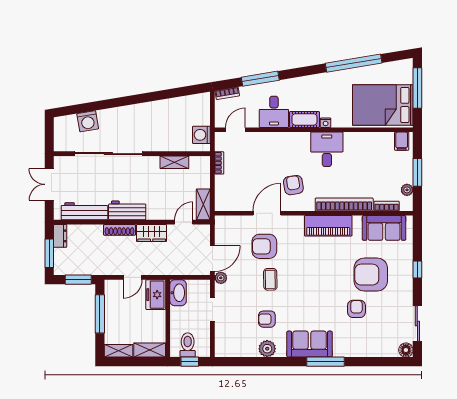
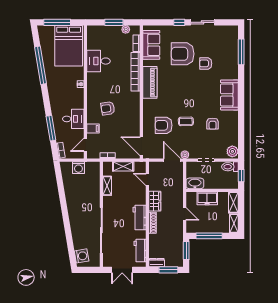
cot: (304, 119) -> (78, 98), removed
washing machine: (88, 121) -> (82, 256), moved
door: (235, 130) -> (85, 145), hinge flipped
washing machine: (201, 135) -> (78, 168), moved
filing cabinet: (402, 141) -> (93, 129), moved
desk: (327, 149) -> (98, 61), moved
armchair: (293, 185) -> (108, 108), moved
shelving: (203, 204) -> (123, 166), moved
workbench: (84, 211) -> (140, 251), width x0.73
door: (267, 213) -> (141, 146), moved
armchair: (264, 246) -> (164, 125), turned 90
armchair: (371, 275) -> (183, 54), turned 90
freezer: (156, 295) -> (207, 198), moved
sliding door: (417, 324) -> (203, 22), moved
toilet: (188, 345) -> (230, 167), moved
plant: (267, 349) -> (232, 151), moved
floor lamp: (406, 350) -> (233, 30), removed
window: (325, 362) -> (241, 52), moved

